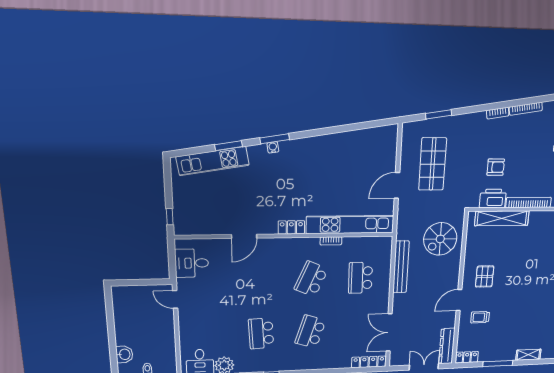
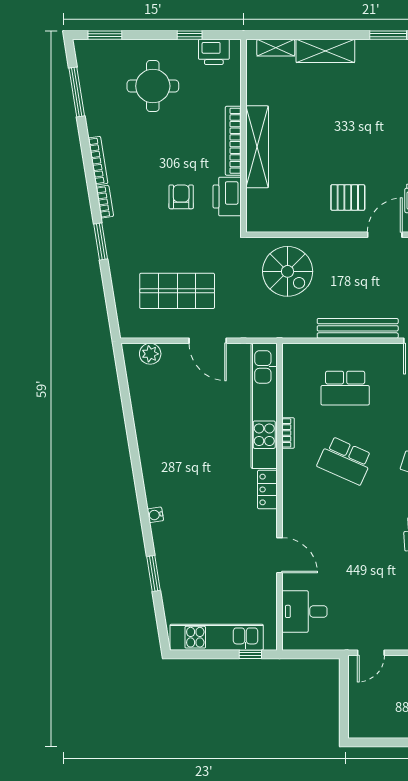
window: (439, 114) -> (101, 241), moved
window: (275, 139) -> (144, 512), removed
plant: (390, 145) -> (150, 354), added
kitchen unit: (213, 161) -> (217, 637), moved, turned -81
shelving: (502, 218) -> (257, 147), moved
desk: (192, 263) -> (304, 611), moved, turned 90
bench: (401, 267) -> (358, 328), moved
door: (459, 300) -> (385, 235), swing flipped

